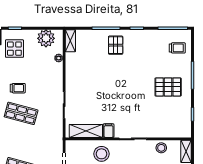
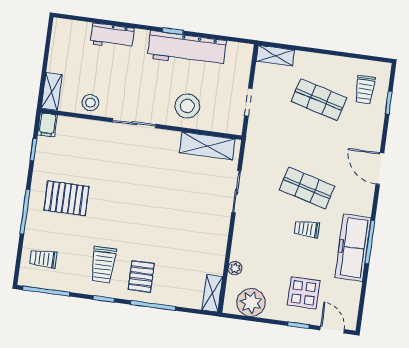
trolley: (140, 49) -> (103, 265), added
filing cabinet: (109, 131) -> (47, 125), moved

